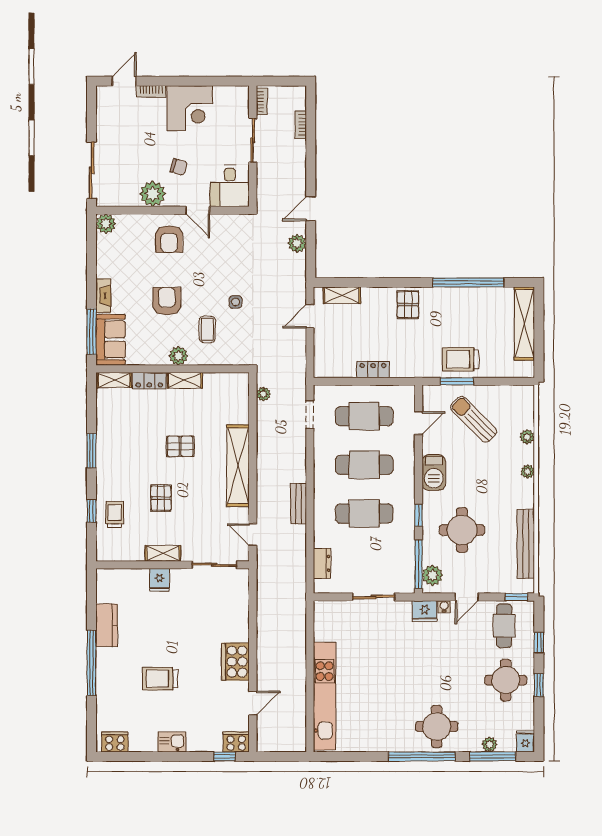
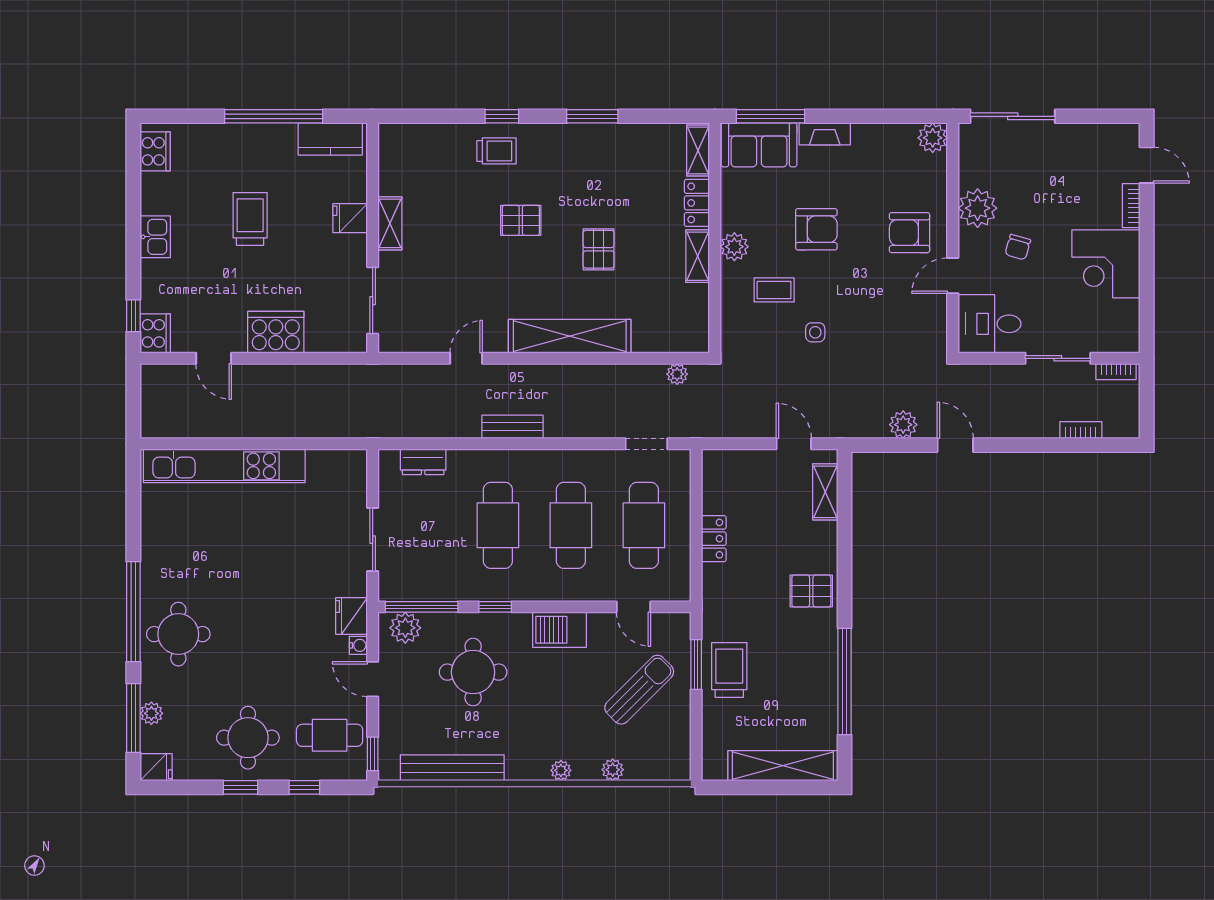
shelving: (163, 553) -> (390, 223), moved
wall: (173, 565) -> (373, 238), moved
sliding door: (214, 565) -> (373, 301), moved
fridge: (159, 580) -> (350, 218), moved

